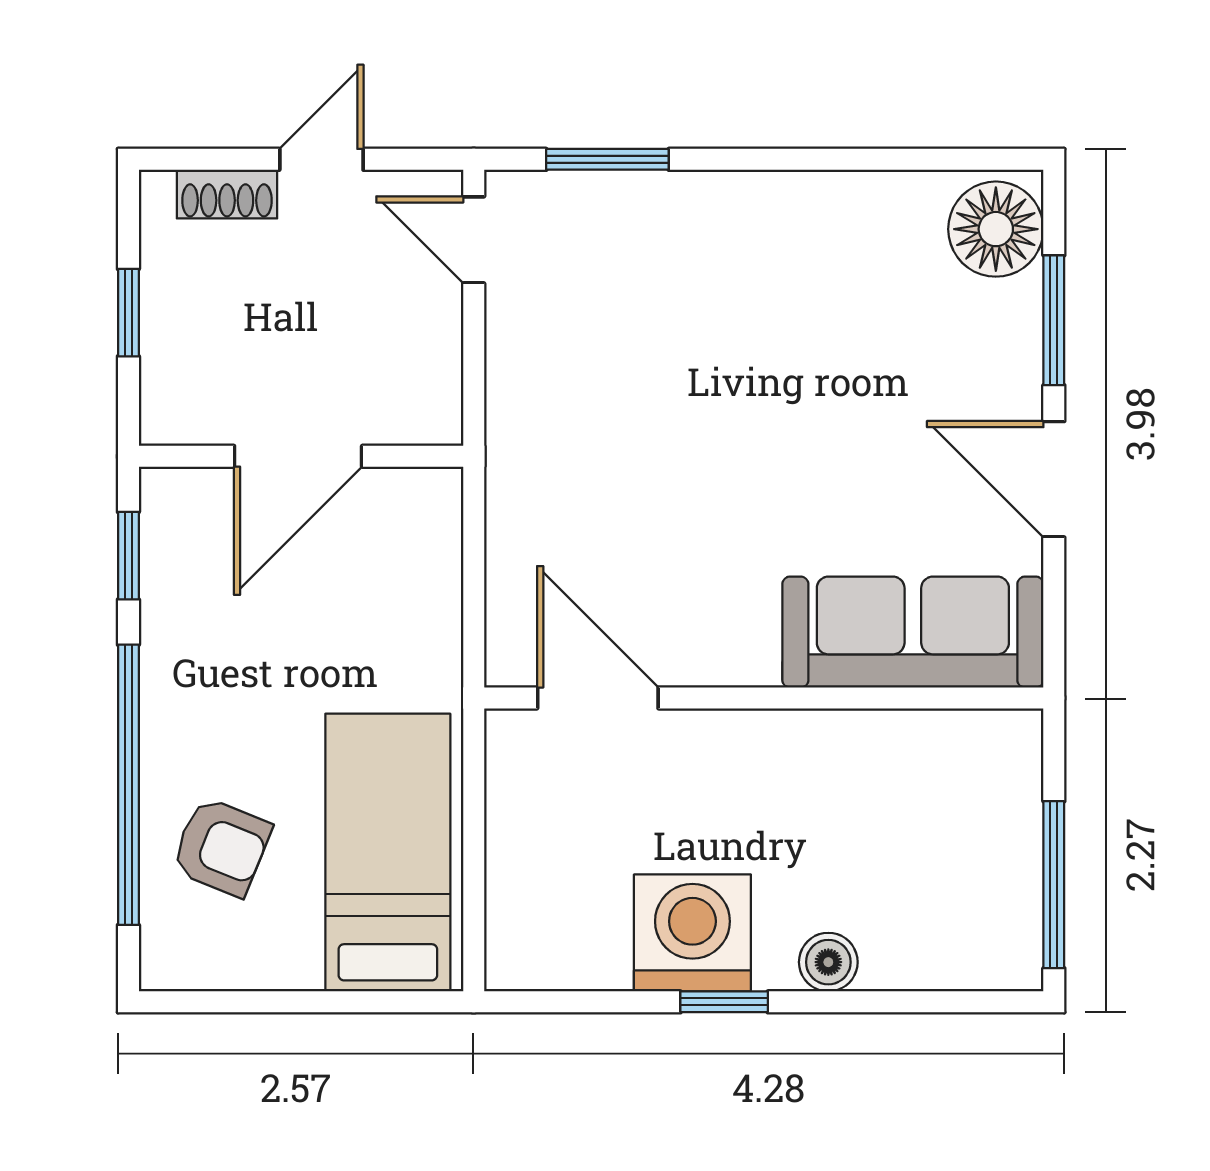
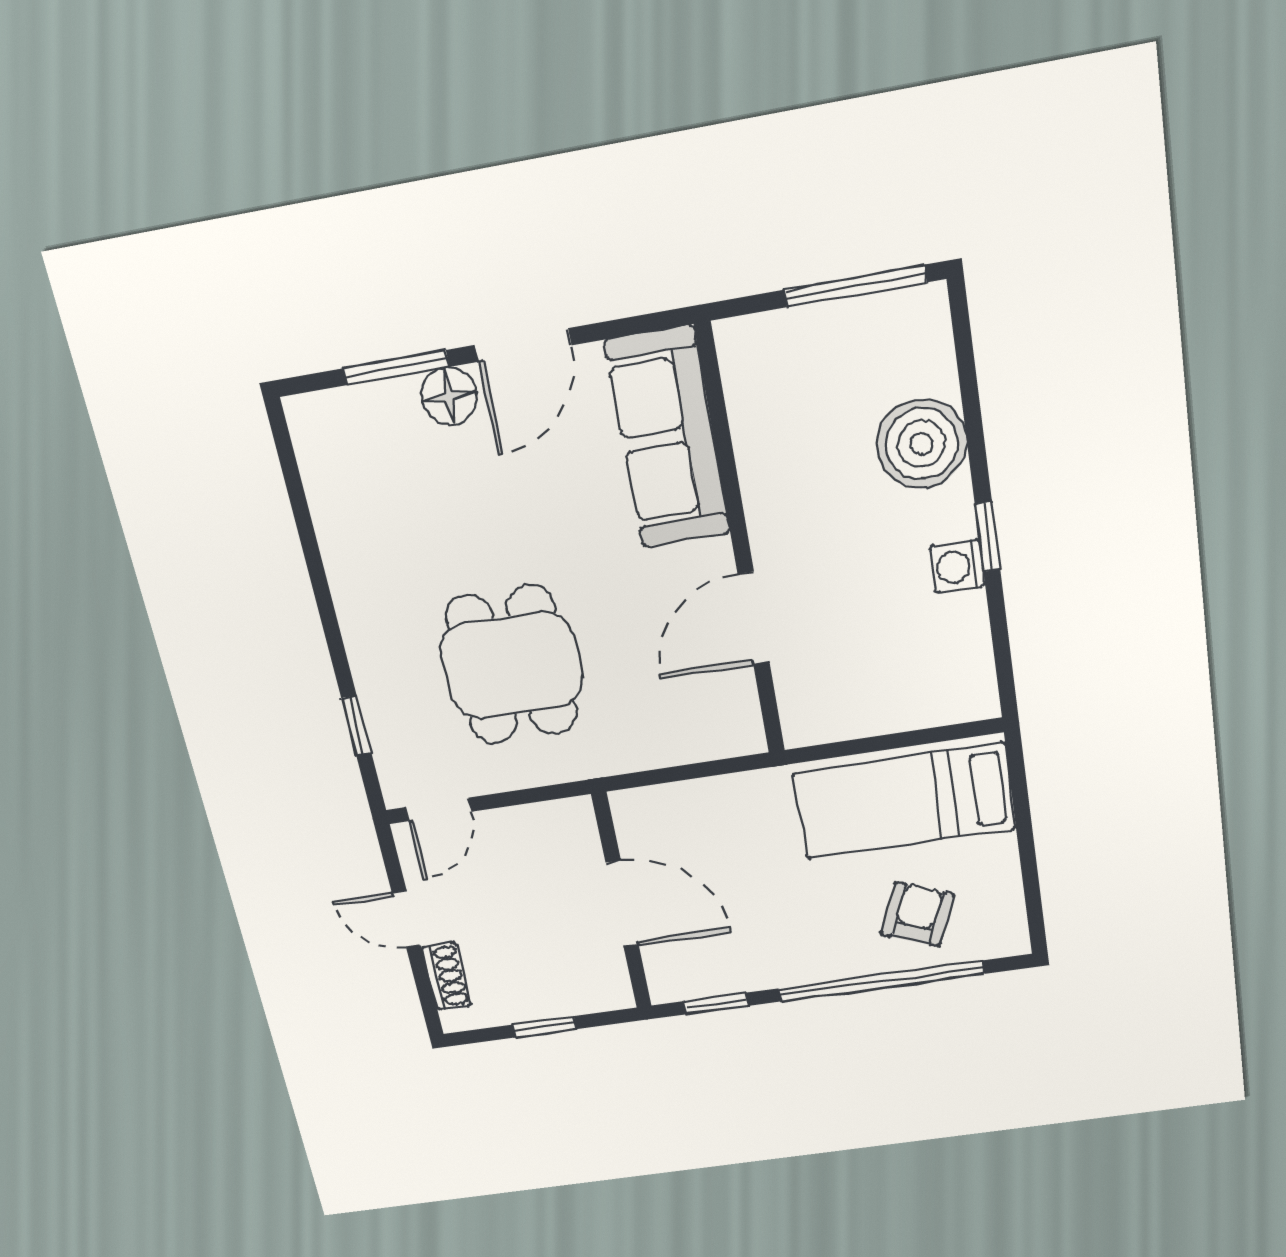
window: (607, 159) -> (356, 726), width x0.67
floor lamp: (996, 229) -> (449, 396), moved, width x0.73, depth x0.73
dining table: (656, 380) -> (512, 665), added
door: (598, 698) -> (754, 618), moved
washing machine: (692, 933) -> (958, 567), width x0.53, depth x0.53
boiler: (828, 962) -> (922, 444), width x1.86, depth x1.86

